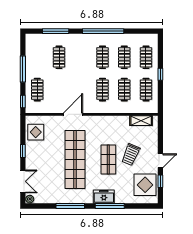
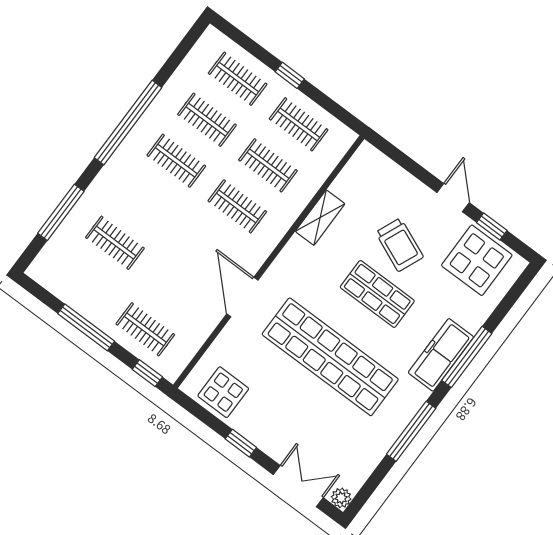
shelving: (141, 121) -> (320, 218), moved
freezer: (104, 197) -> (441, 355), width x1.40

